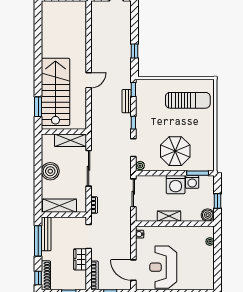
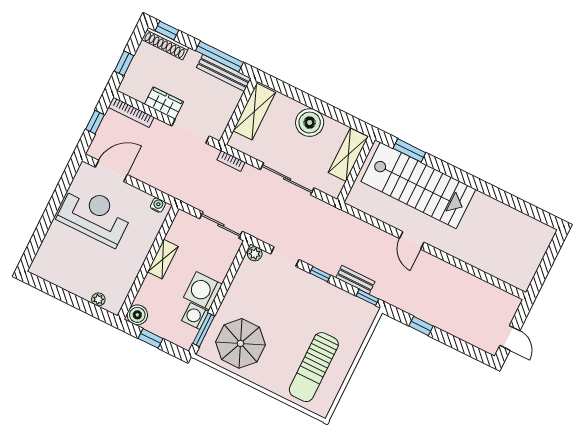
shelving: (70, 140) -> (348, 155), moved
parasol: (175, 151) -> (240, 343), moved

